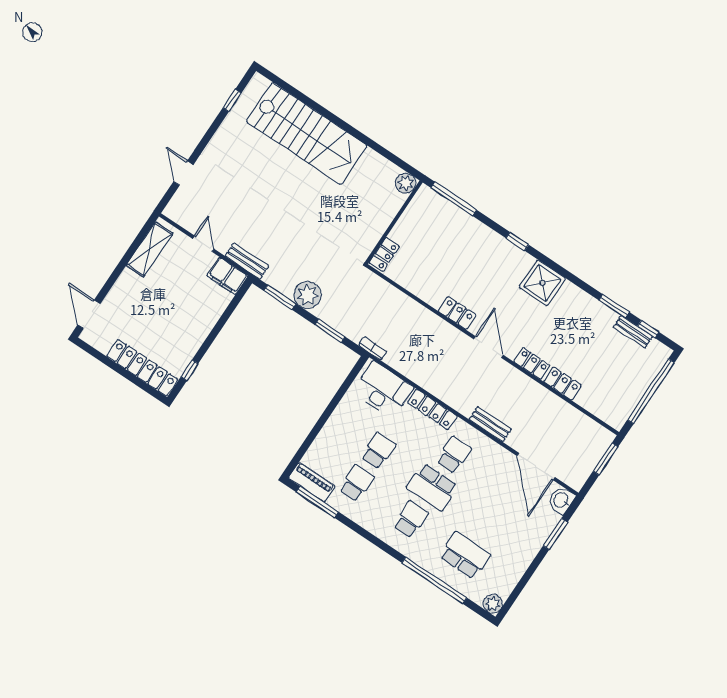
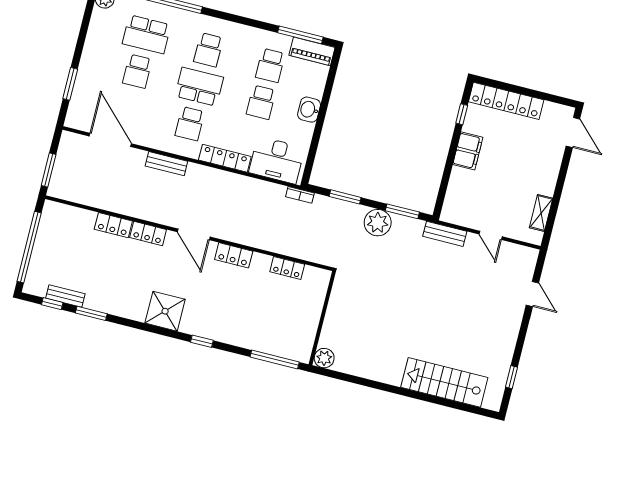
stairs: (307, 134) -> (444, 382), width x0.73, depth x0.66
shelving: (149, 249) -> (541, 213), width x0.67, depth x0.75
locker: (384, 254) -> (287, 268), moved, turned -90
filing cabinet: (227, 276) -> (468, 151), moved, turned 90
washbasin: (561, 500) -> (309, 110), moved, turned 180
school desk: (486, 523) -> (137, 71), added

